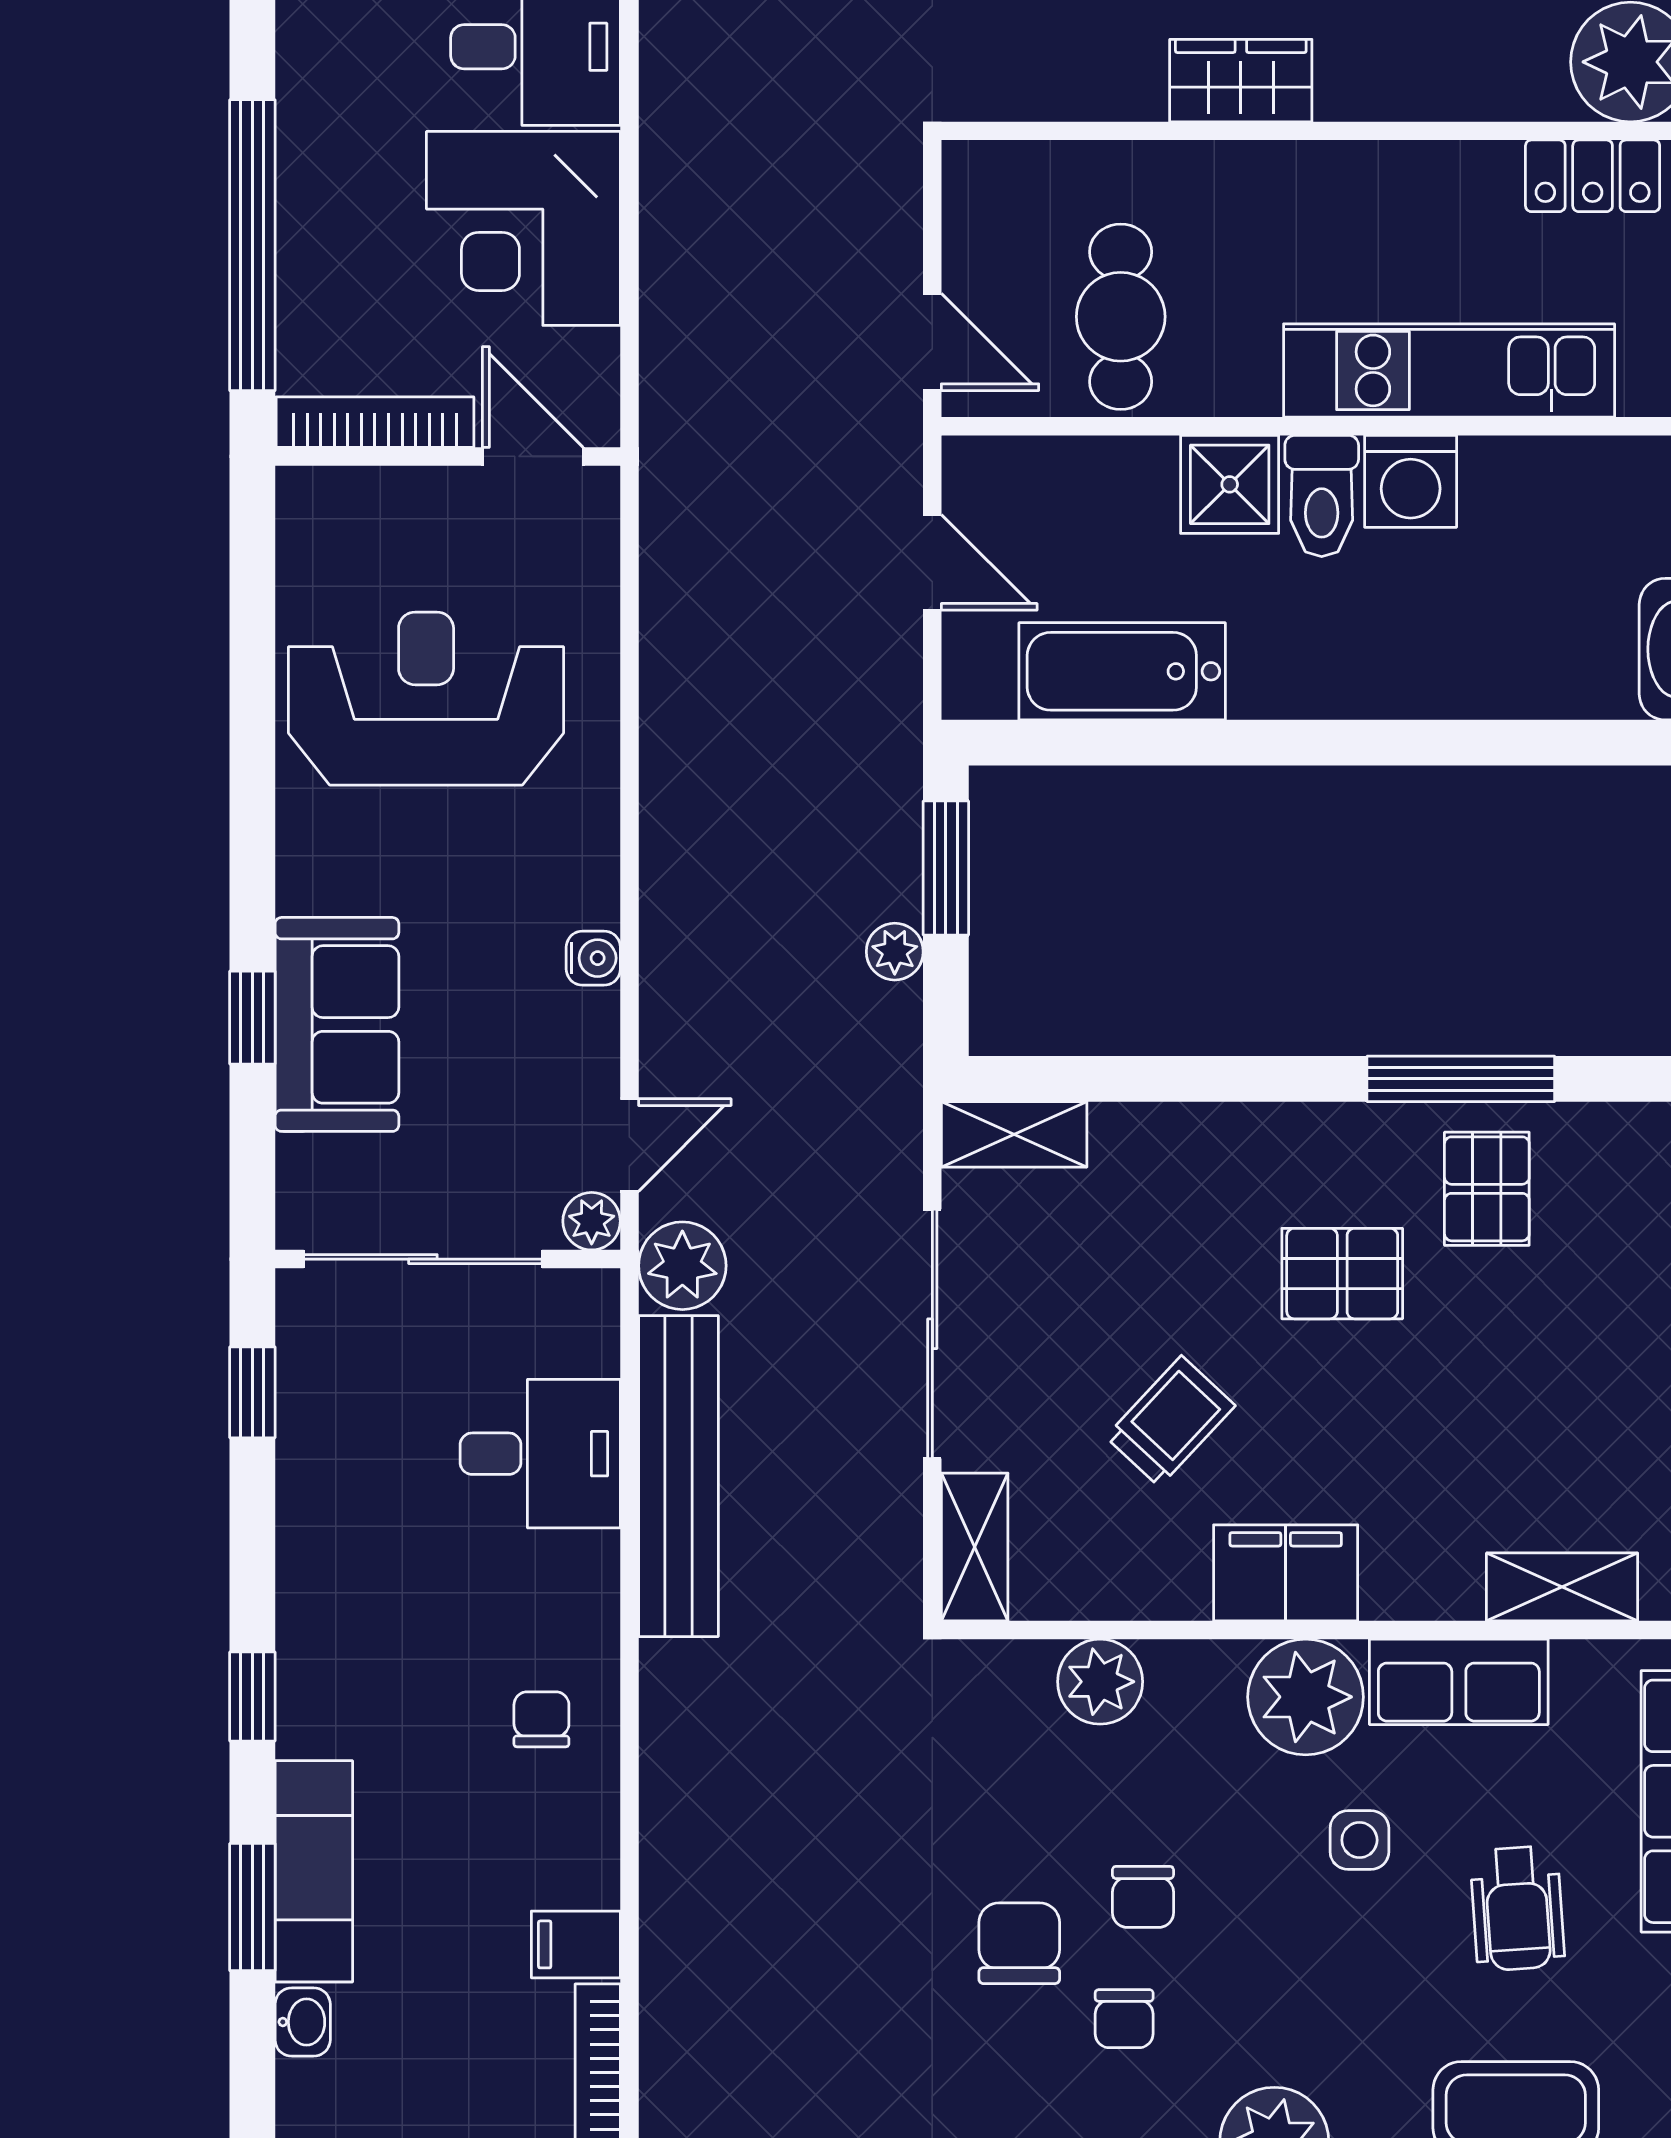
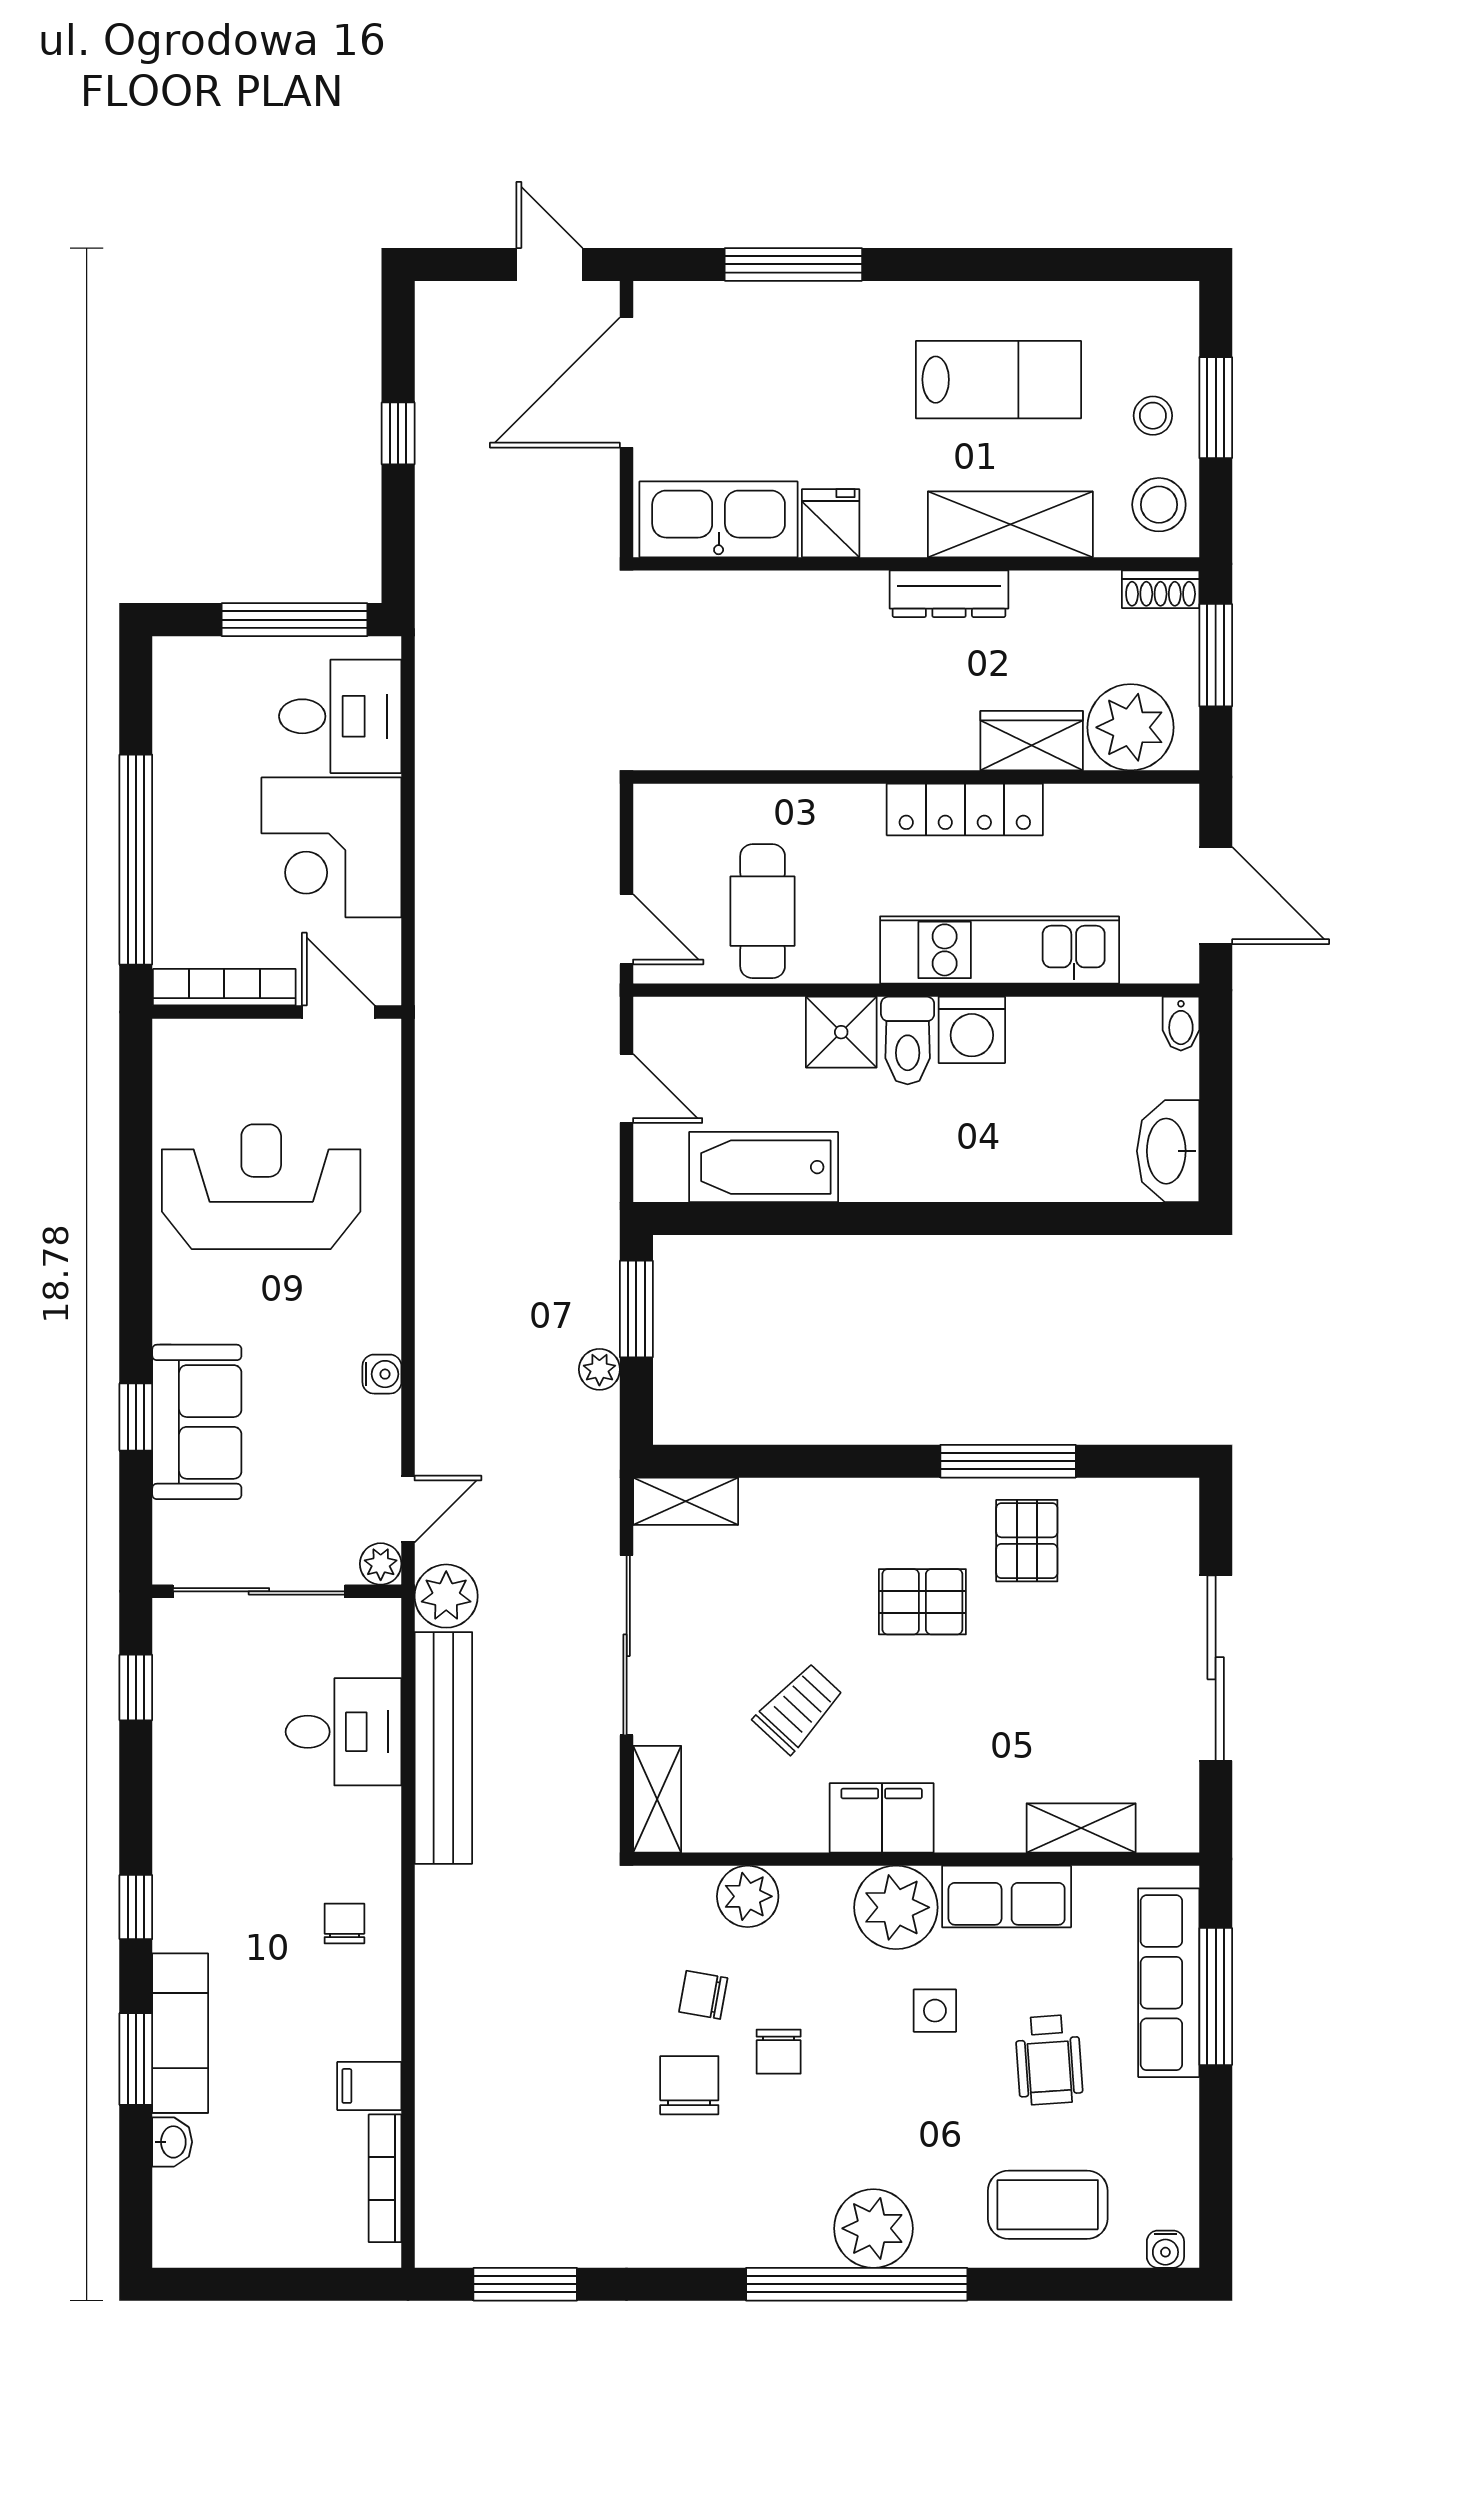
wardrobe: (1241, 81) -> (1032, 741), moved
locker: (1593, 176) -> (965, 809), moved, width x1.53
chair: (1124, 2019) -> (703, 1995), moved, turned 100

